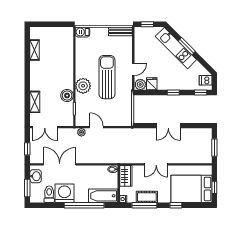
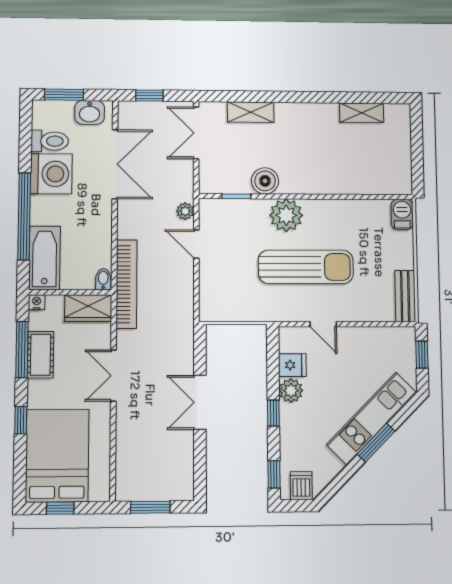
plant: (140, 85) -> (291, 391), moved
door: (97, 127) -> (196, 244), swing flipped
bookcase: (115, 159) -> (127, 284), added

